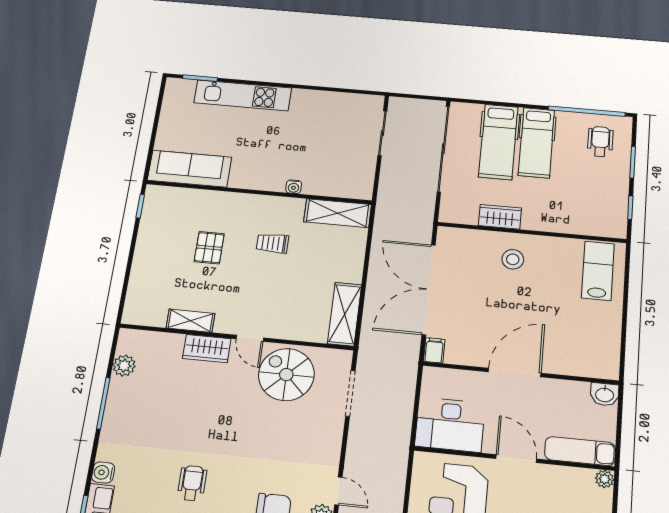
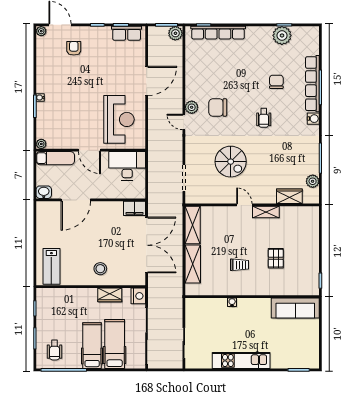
kitchen unit: (243, 95) -> (241, 360), moved
nightstand: (451, 211) -> (138, 296), added
shelving: (338, 213) -> (193, 264), moved, turned 90
shelving: (191, 321) -> (266, 212), moved
wardrobe: (207, 349) -> (289, 196), moved
filing cabinet: (434, 350) -> (135, 208), width x2.00
door: (515, 373) -> (76, 200), moved
spiral stairs: (286, 375) -> (231, 162), moved

